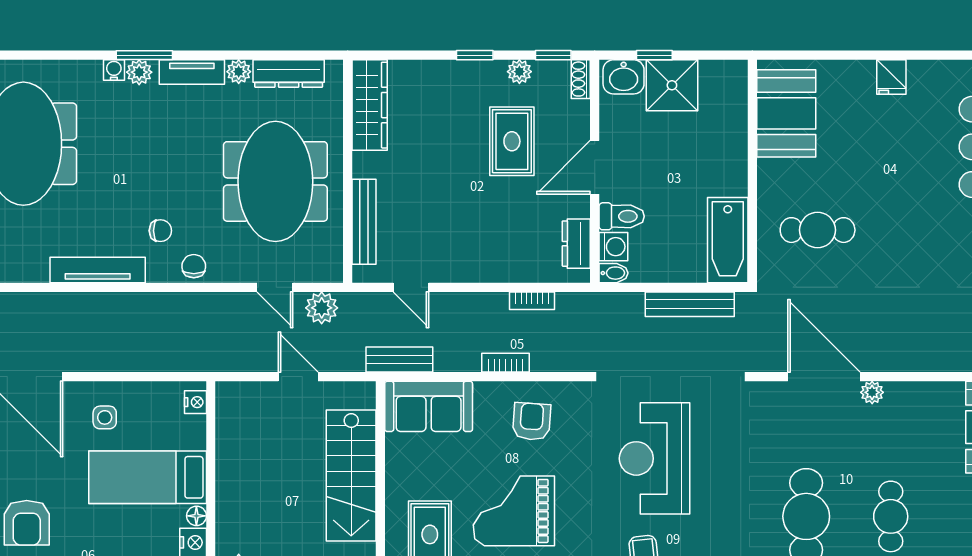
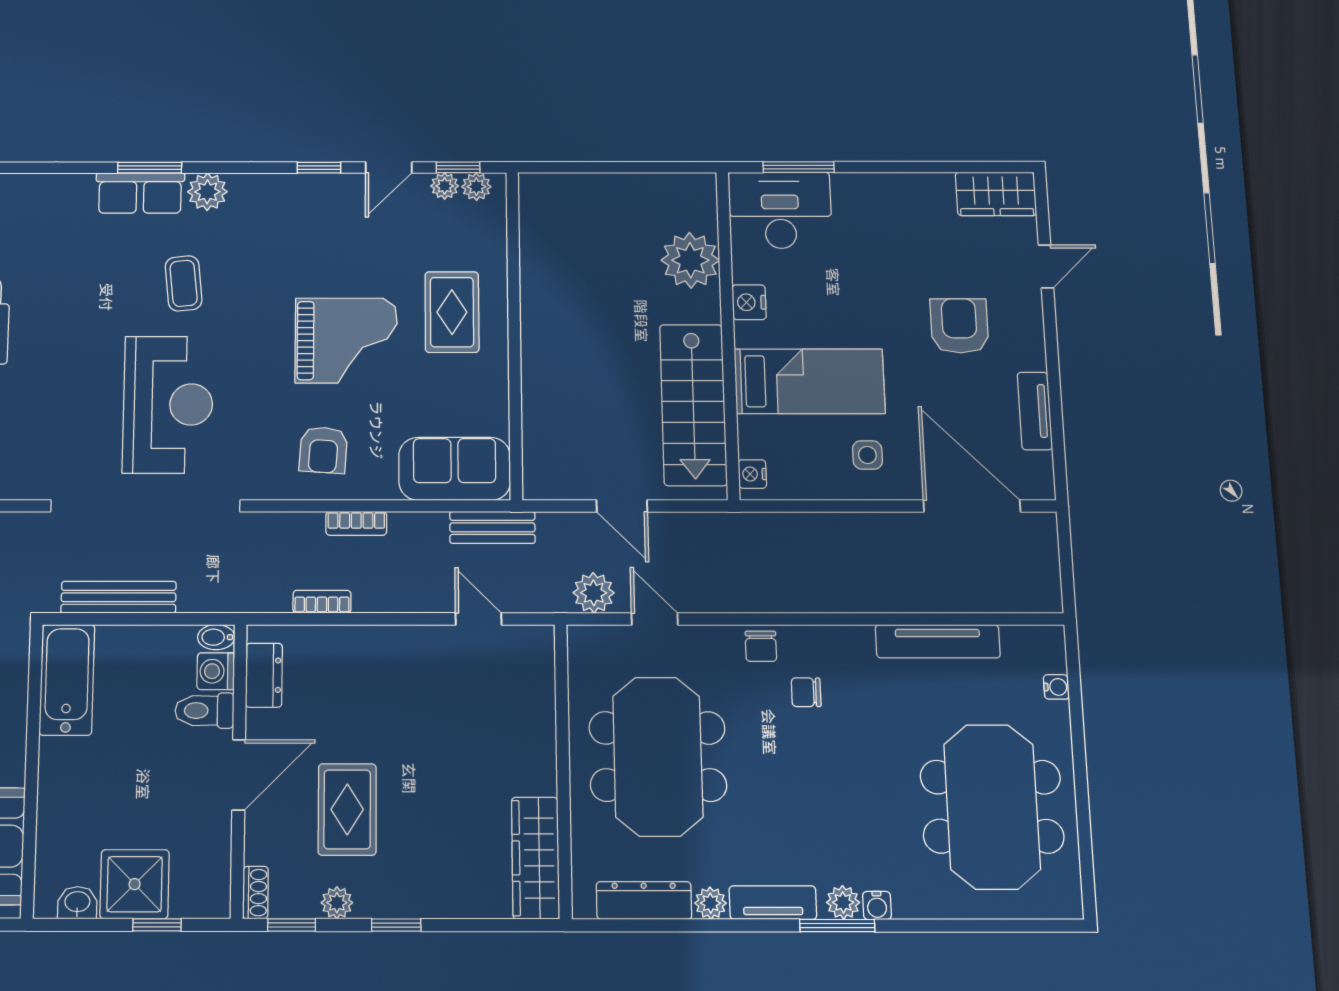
washbasin: (624, 77) -> (77, 903), moved, width x0.72, depth x0.69
bench: (364, 222) -> (541, 704), removed
tv unit: (98, 270) -> (938, 641), moved
stairs: (351, 475) -> (693, 405), moved, turned 180
floor lamp: (196, 516) -> (746, 334), removed

